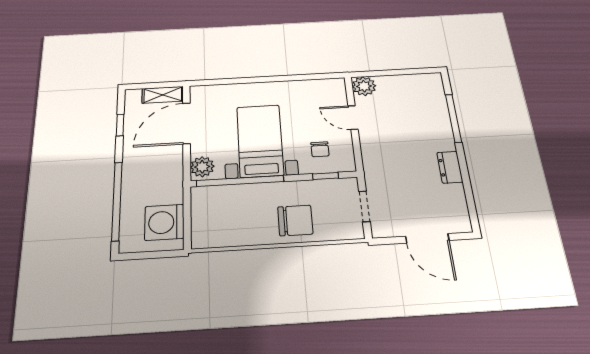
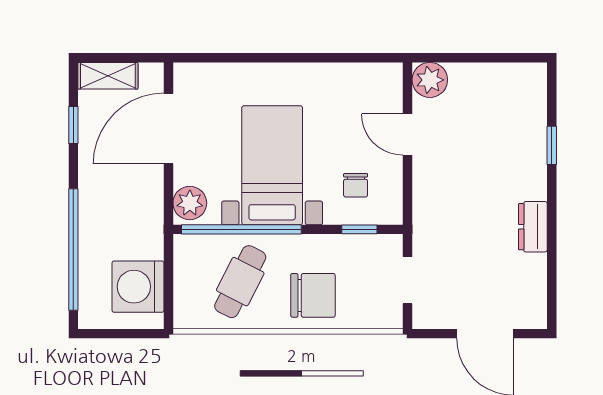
shelving: (163, 95) -> (108, 76), moved
window: (453, 118) -> (552, 145), width x0.46
cafe table: (241, 215) -> (240, 282), added

